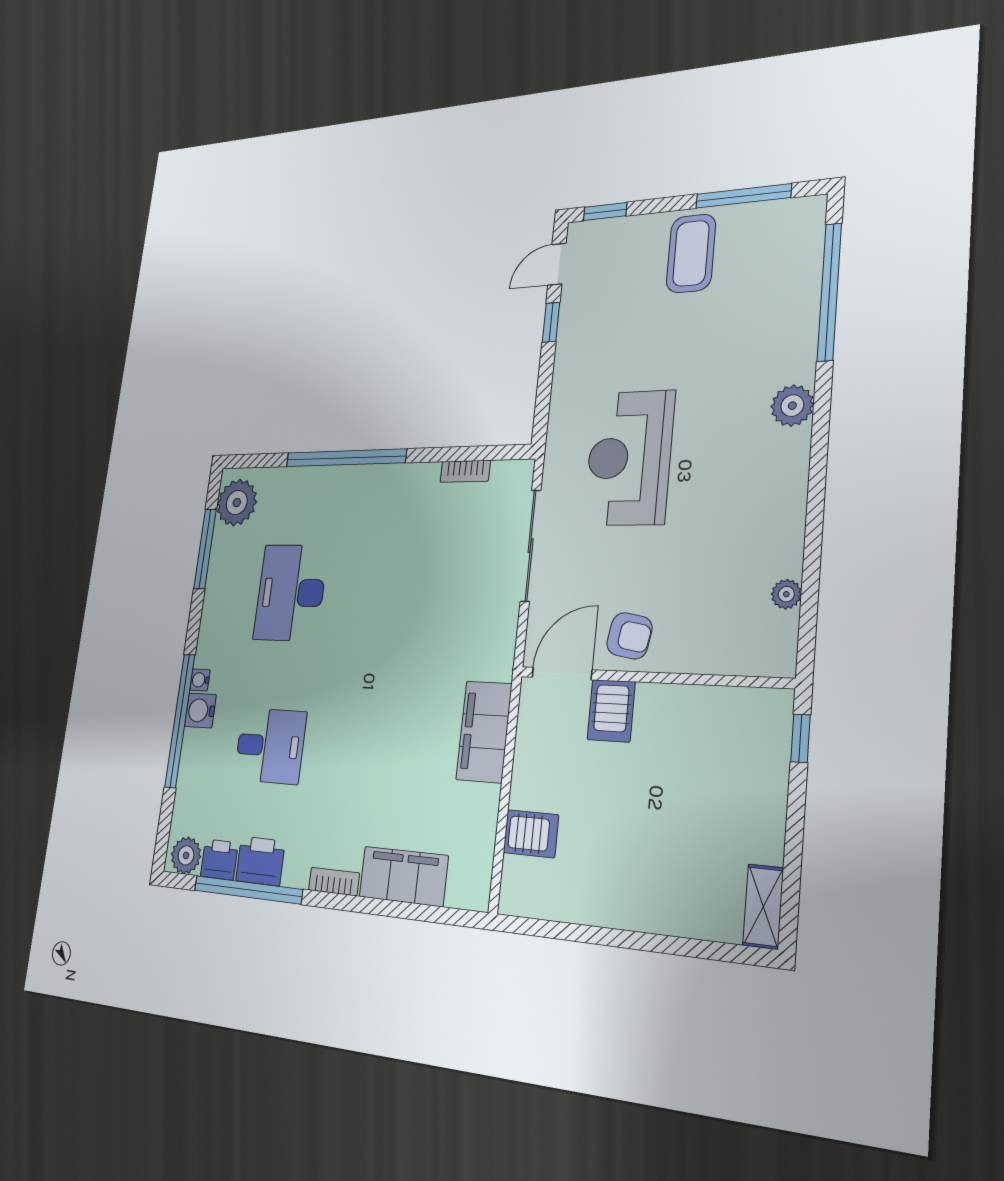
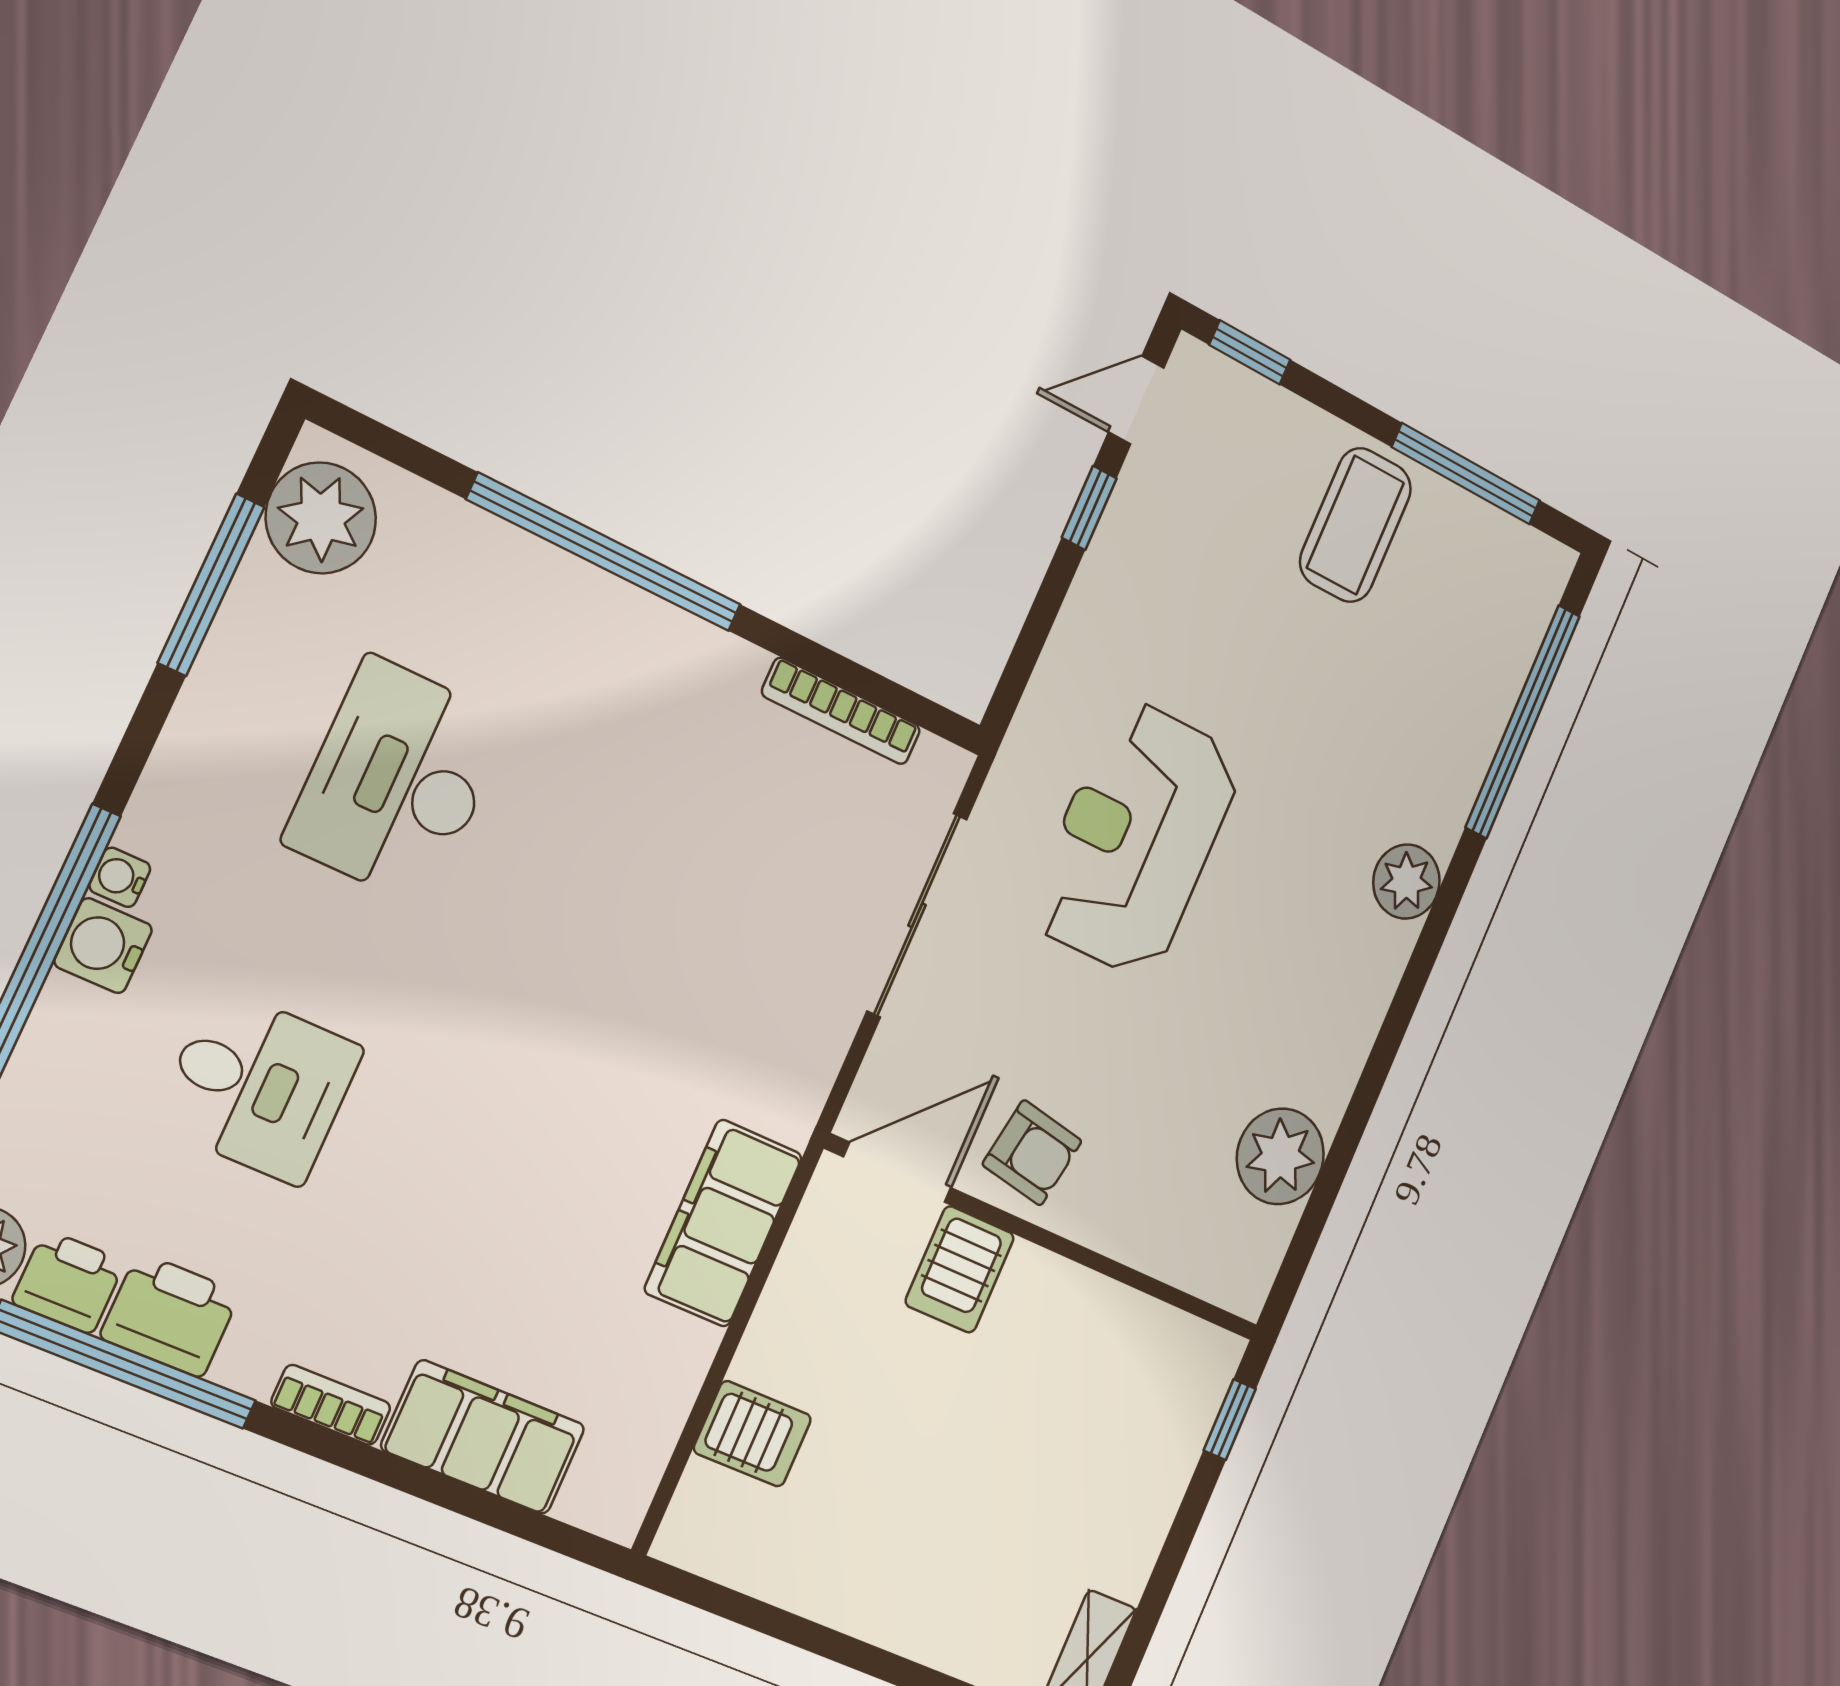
bookcase: (465, 471) -> (841, 711), width x1.56
plant: (786, 594) -> (1280, 1156), width x1.88, depth x1.88

